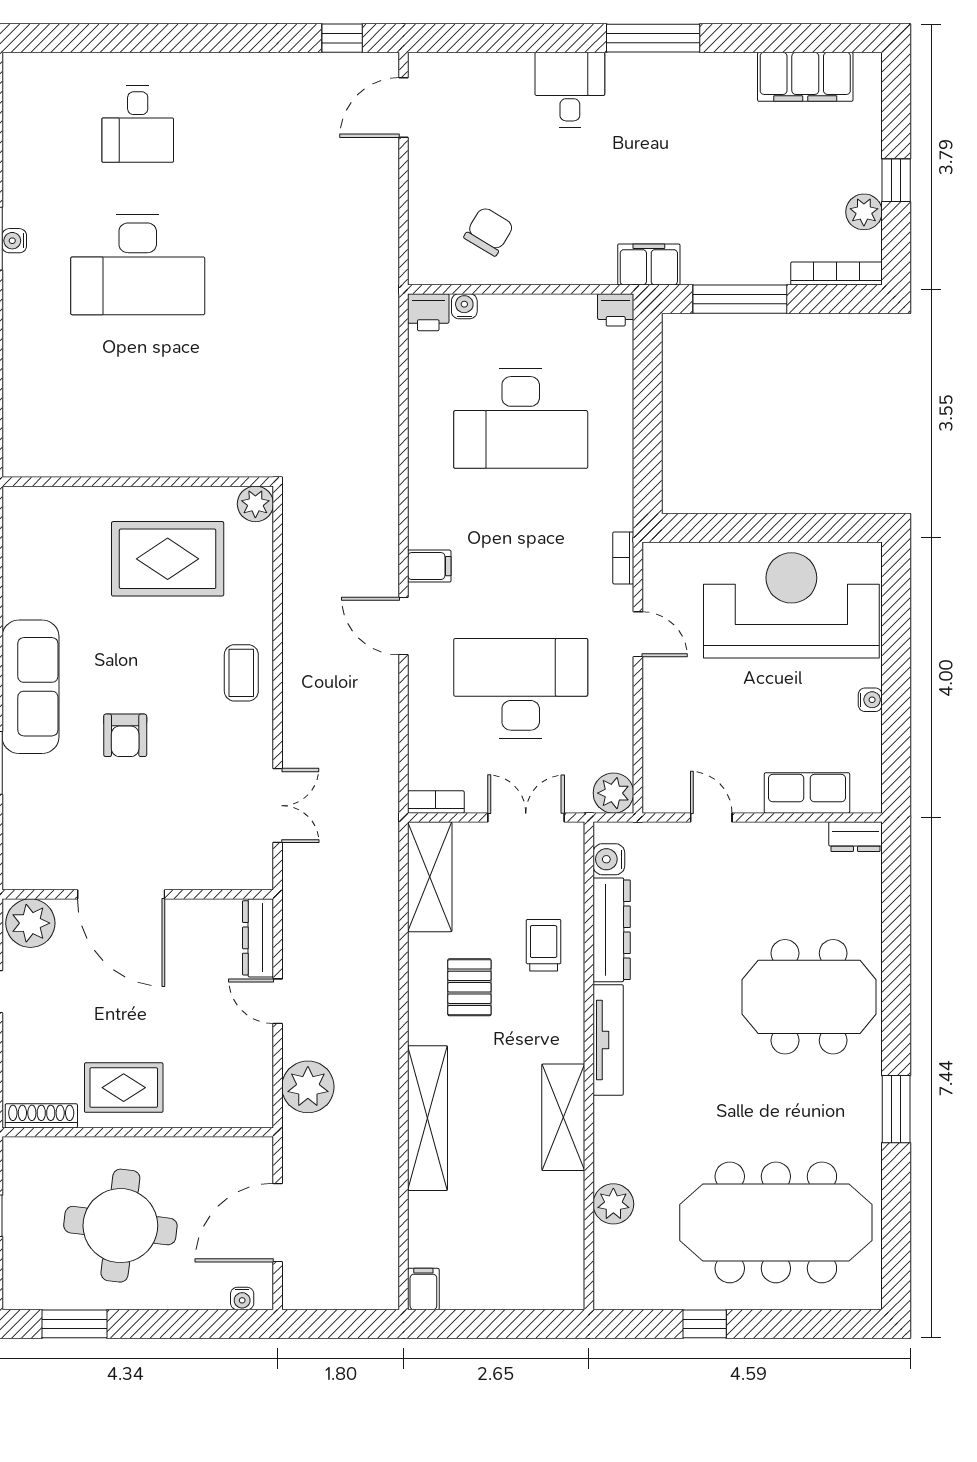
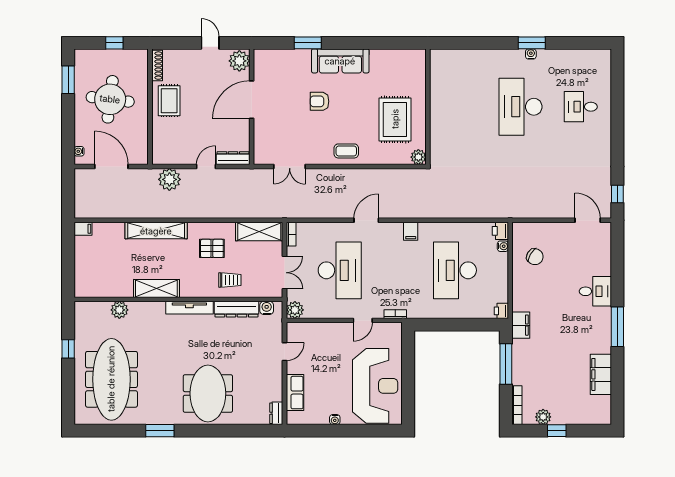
filing cabinet: (805, 77) -> (601, 374), moved
filing cabinet: (429, 566) -> (411, 231), moved

